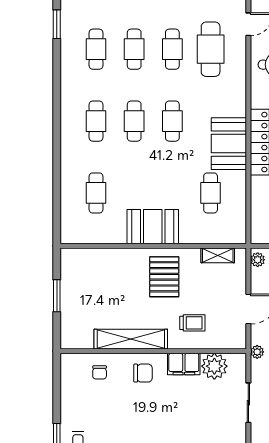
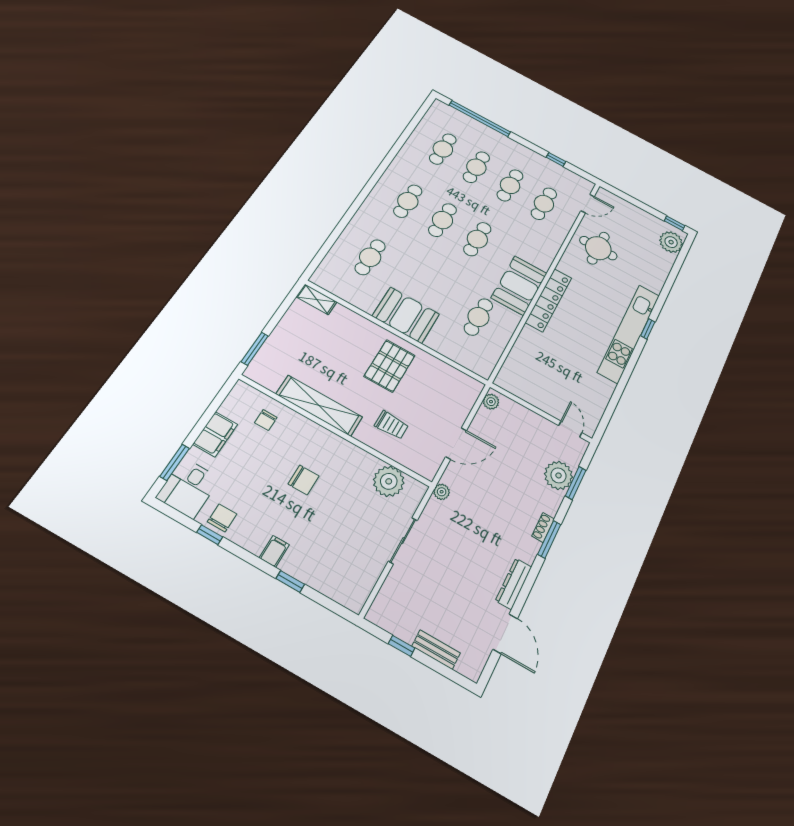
window: (57, 24) -> (421, 114), removed
cafe table: (211, 49) -> (544, 204), width x0.73, depth x0.74
shelving: (218, 255) -> (317, 299), moved
window: (57, 296) -> (255, 349), moved
filing cabinet: (184, 364) -> (215, 434), moved, turned -90
chair: (143, 373) -> (304, 480), moved

